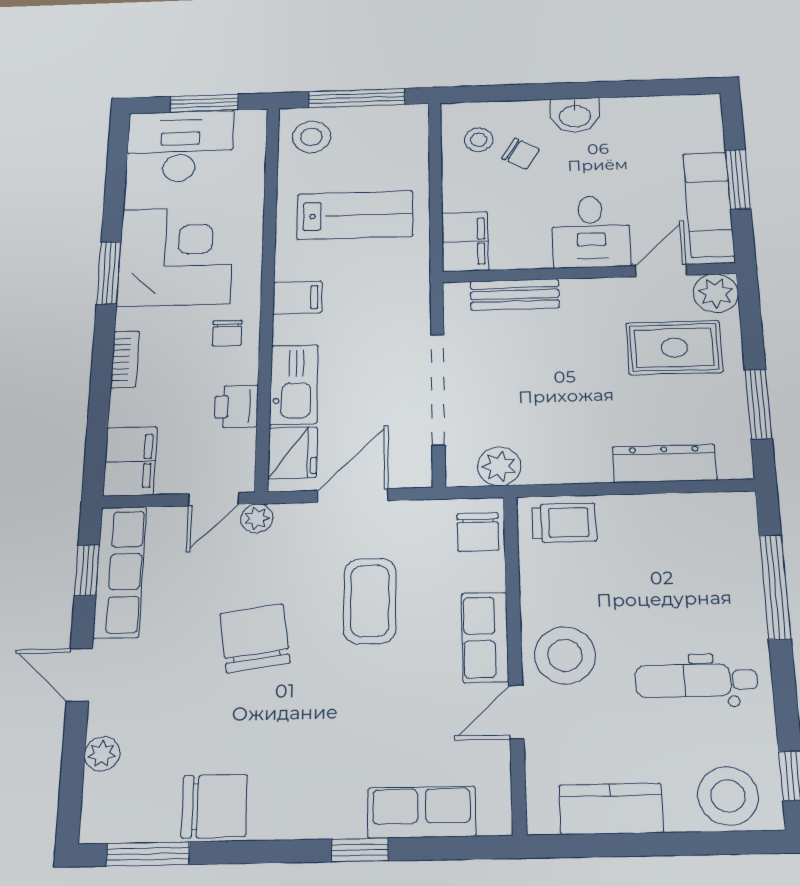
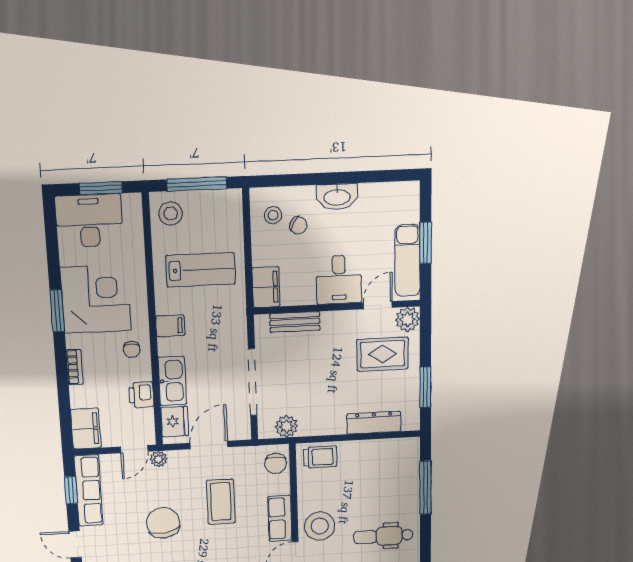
washbasin: (575, 115) -> (337, 197), width x1.38

